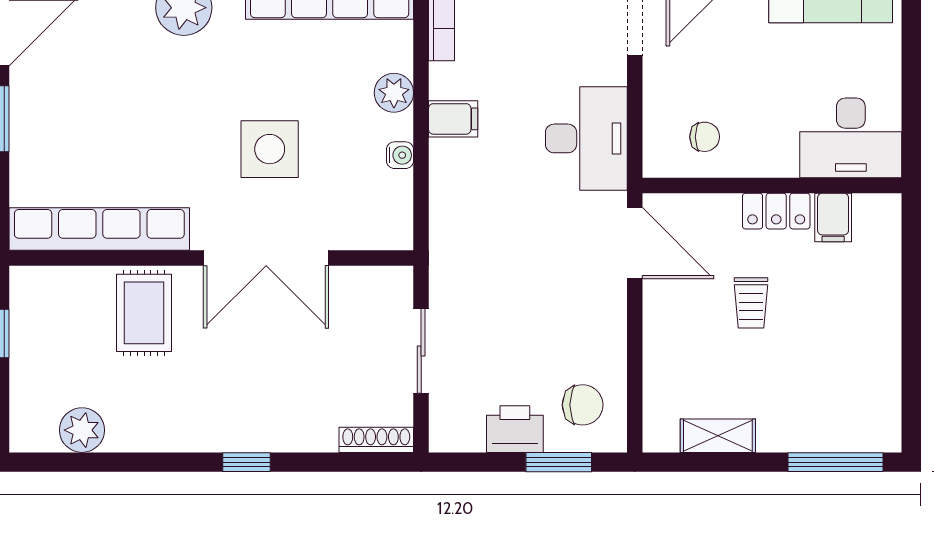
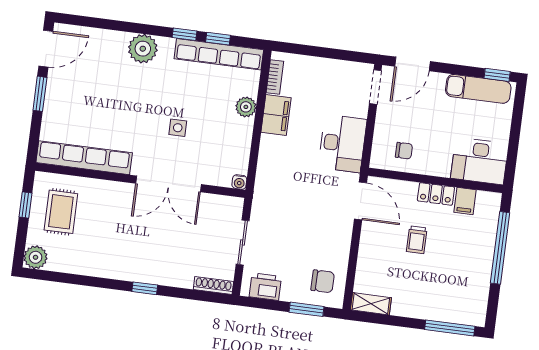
filing cabinet: (453, 119) -> (276, 115), width x2.00
side table: (270, 149) -> (178, 128), width x0.54, depth x0.54
water cooler: (400, 155) -> (239, 182), moved, turned 90
window: (911, 298) -> (500, 248), added
rug: (144, 313) -> (61, 212), moved
printer: (515, 429) -> (265, 287), moved
plant: (82, 430) -> (36, 257), moved
shelving: (718, 436) -> (371, 304), moved

